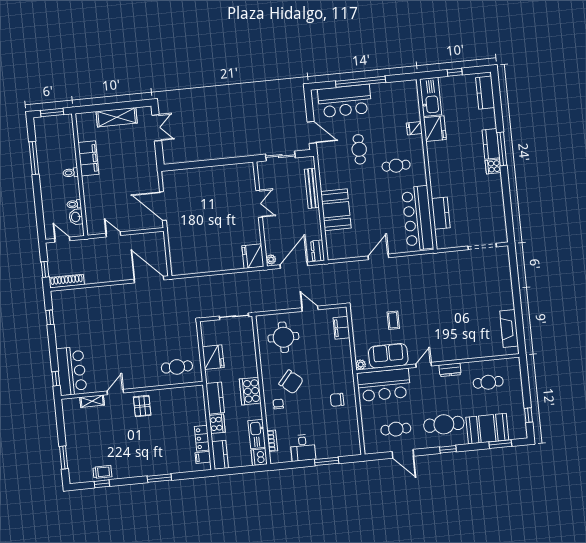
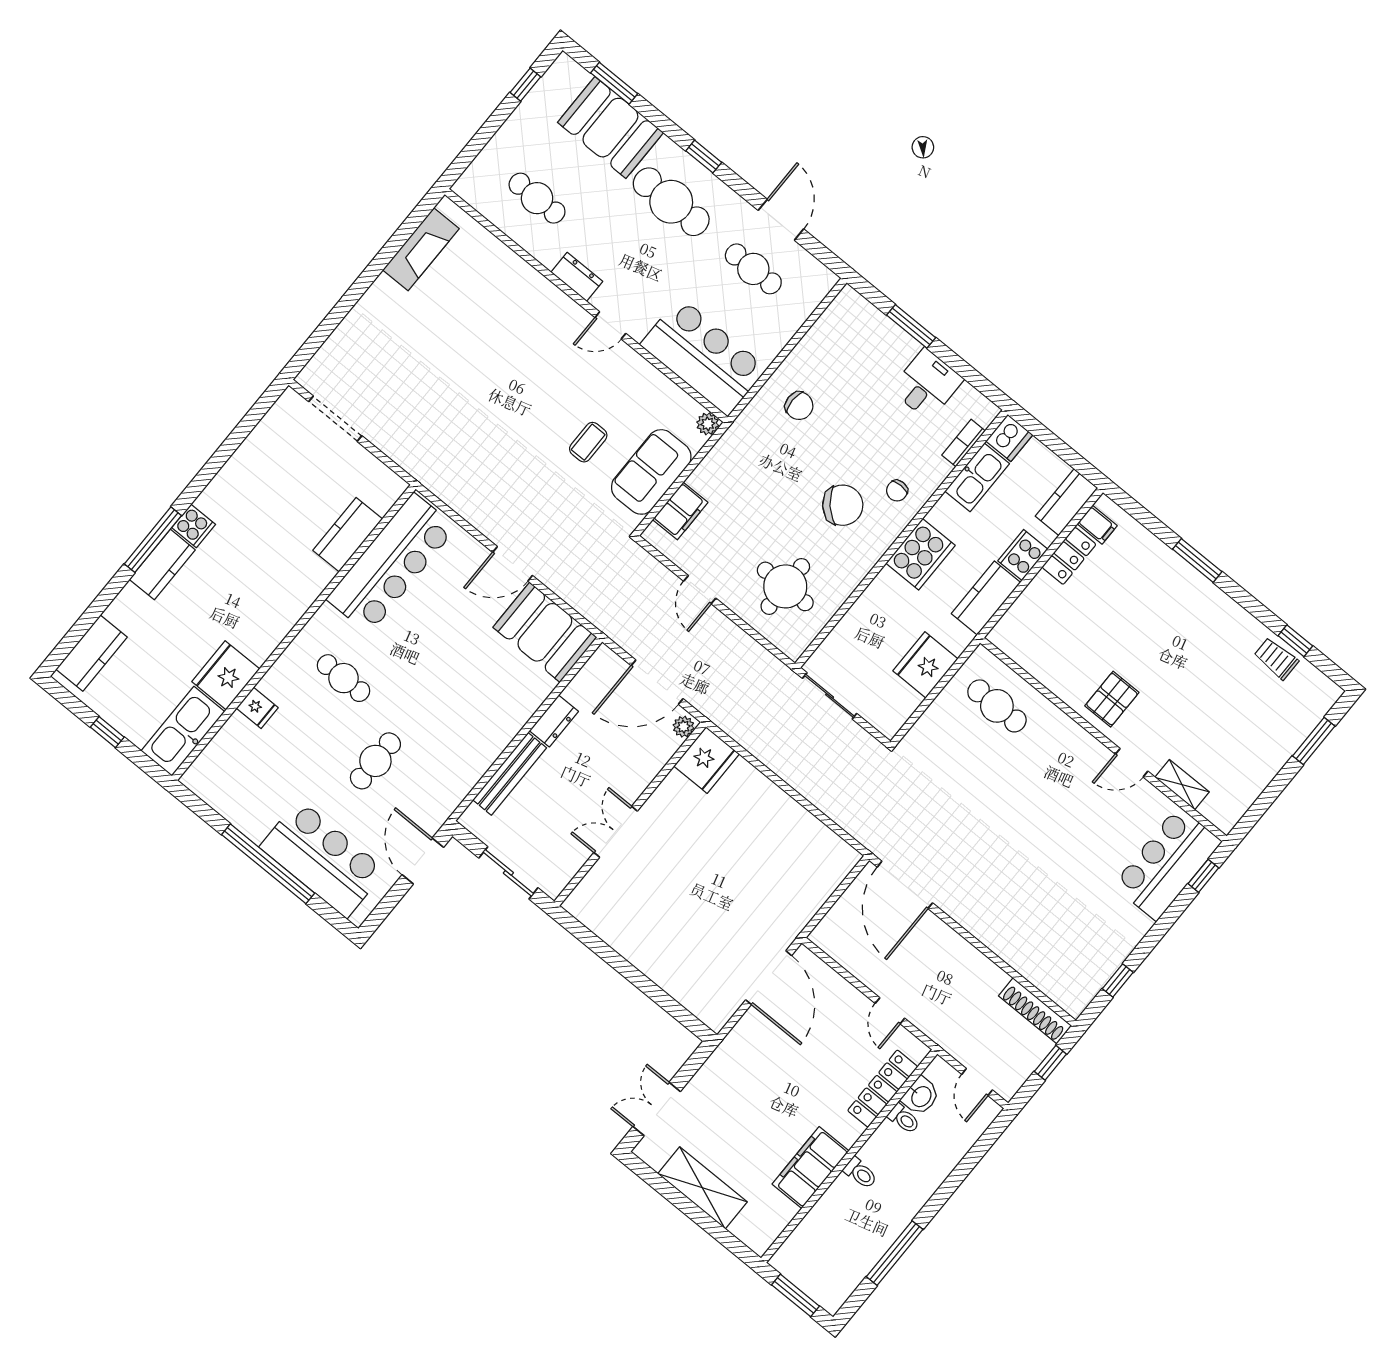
locker: (91, 207) -> (883, 1089), added
booth: (336, 210) -> (545, 632), moved, turned 90
dresser: (318, 251) -> (554, 721), moved
sofa: (388, 356) -> (651, 472), moved, turned 90
chair: (291, 382) -> (843, 505), turned 98

